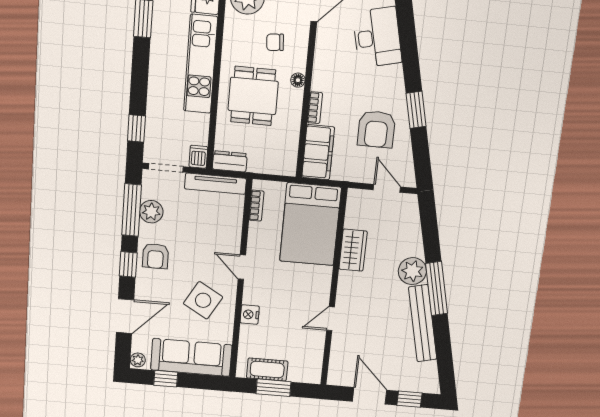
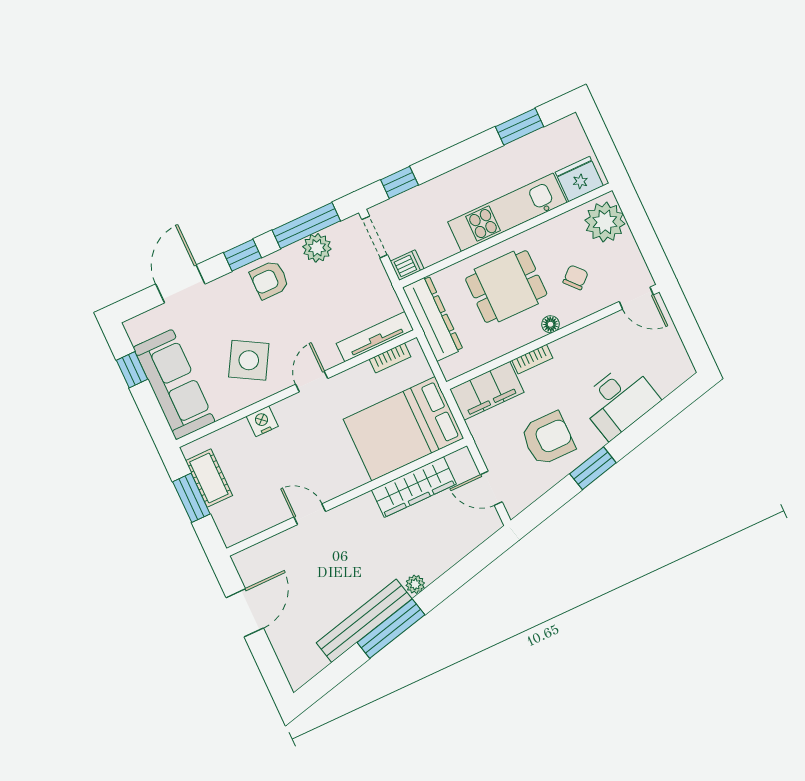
desk: (377, 37) -> (619, 401), moved
chair: (275, 42) -> (576, 277), turned 53
armchair: (376, 129) -> (548, 438), turned 180
dresser: (230, 161) -> (433, 318), width x1.96, depth x1.24
tv unit: (215, 184) -> (375, 337), moved, turned 90
door: (387, 188) -> (491, 488), swing flipped
wardrobe: (353, 250) -> (414, 487), width x1.50
plant: (412, 271) -> (415, 584), width x0.53, depth x0.53
window: (436, 289) -> (391, 629), moved
door: (125, 316) -> (180, 284), swing flipped
plant: (138, 360) -> (136, 326), removed
window: (409, 399) -> (267, 661), removed

